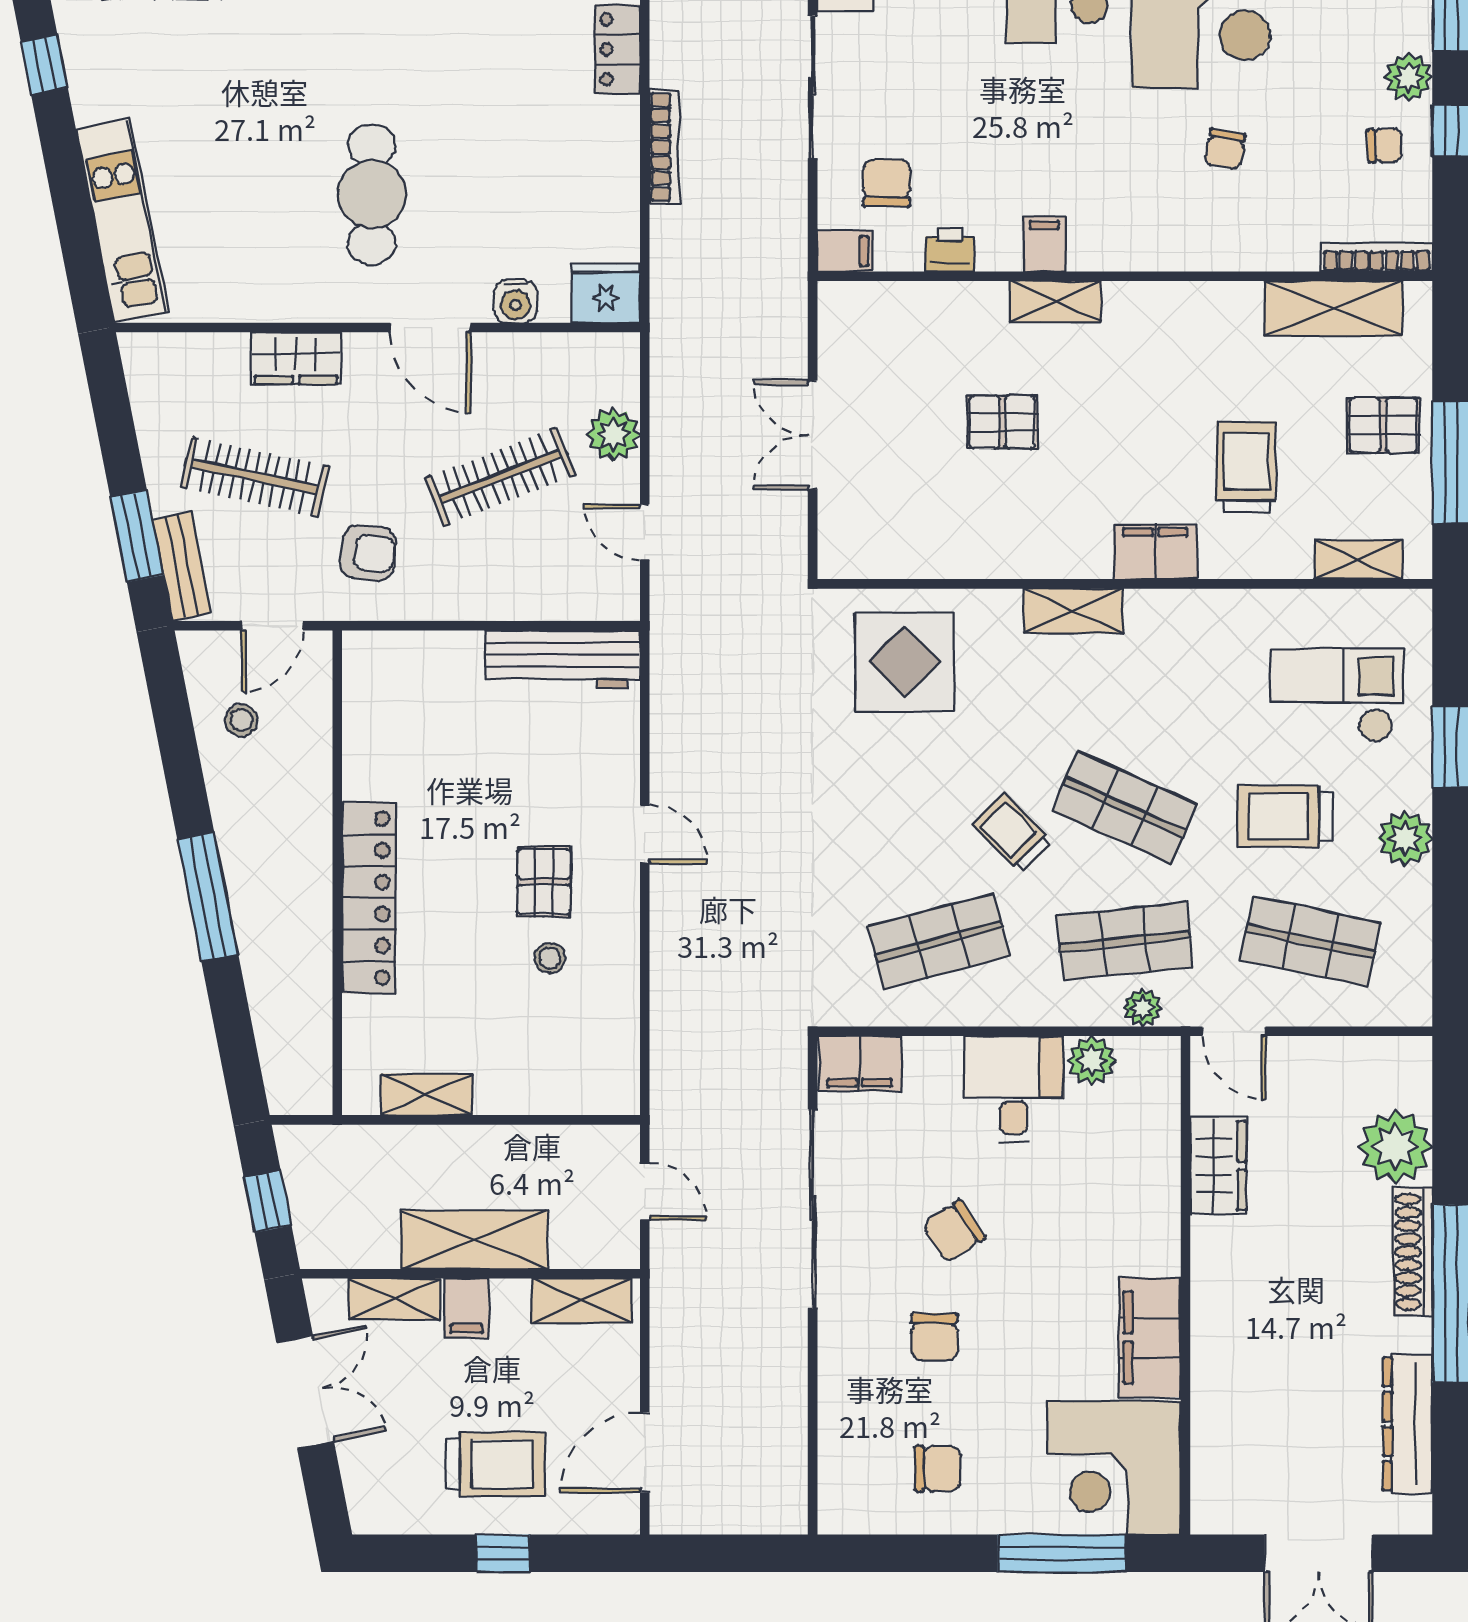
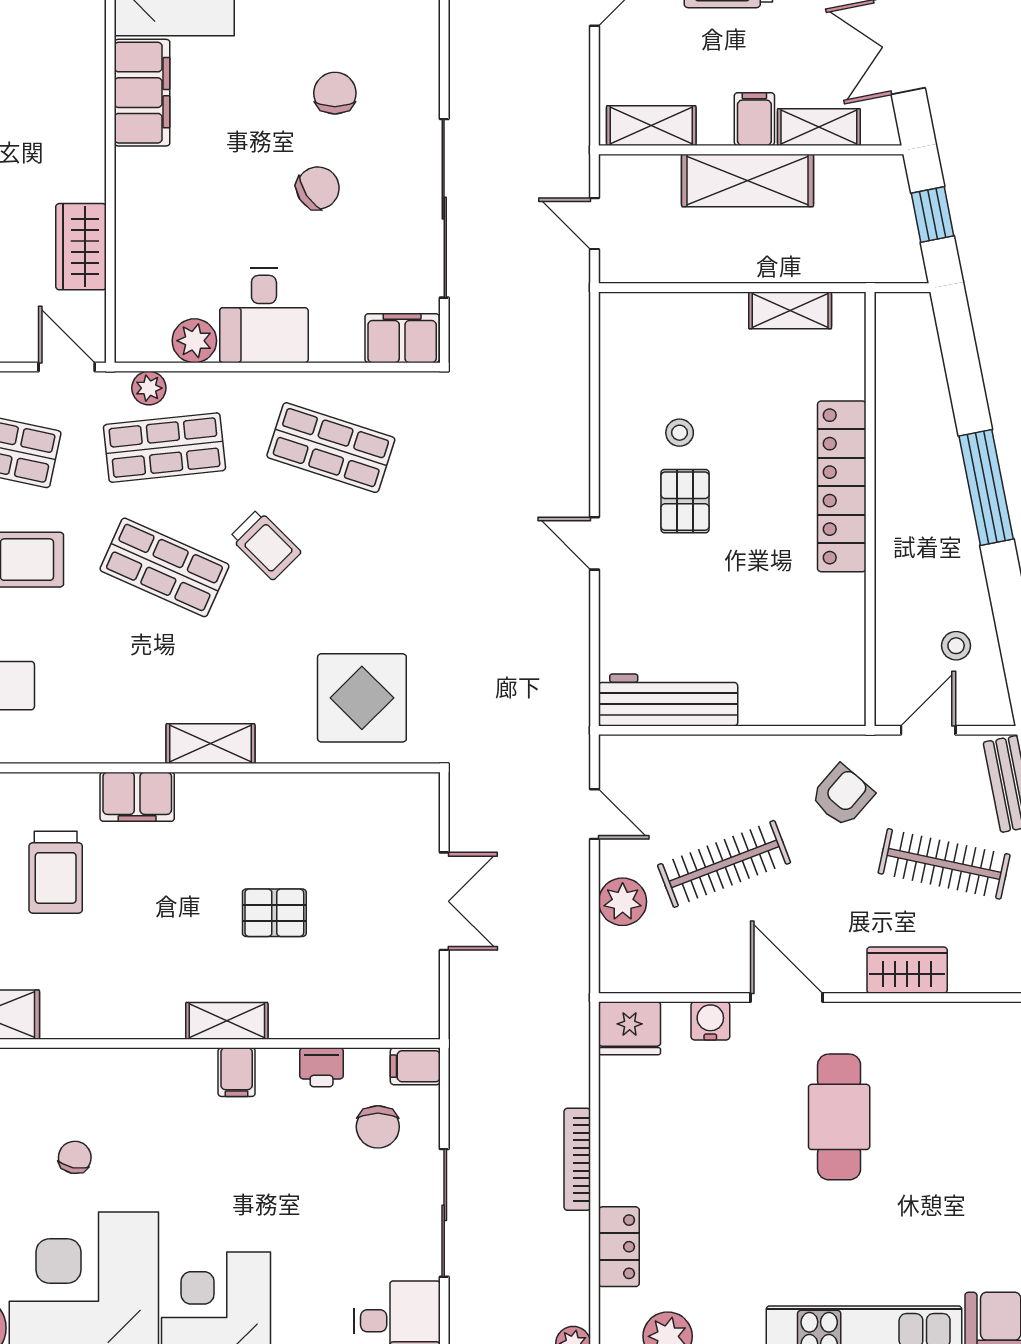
armchair: (368, 553) -> (842, 796), turned 125
shop shelf: (939, 941) -> (331, 448), turned 33

